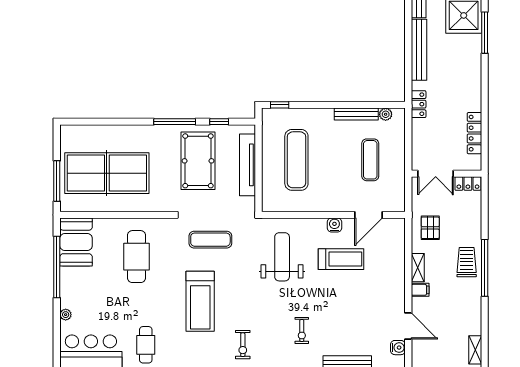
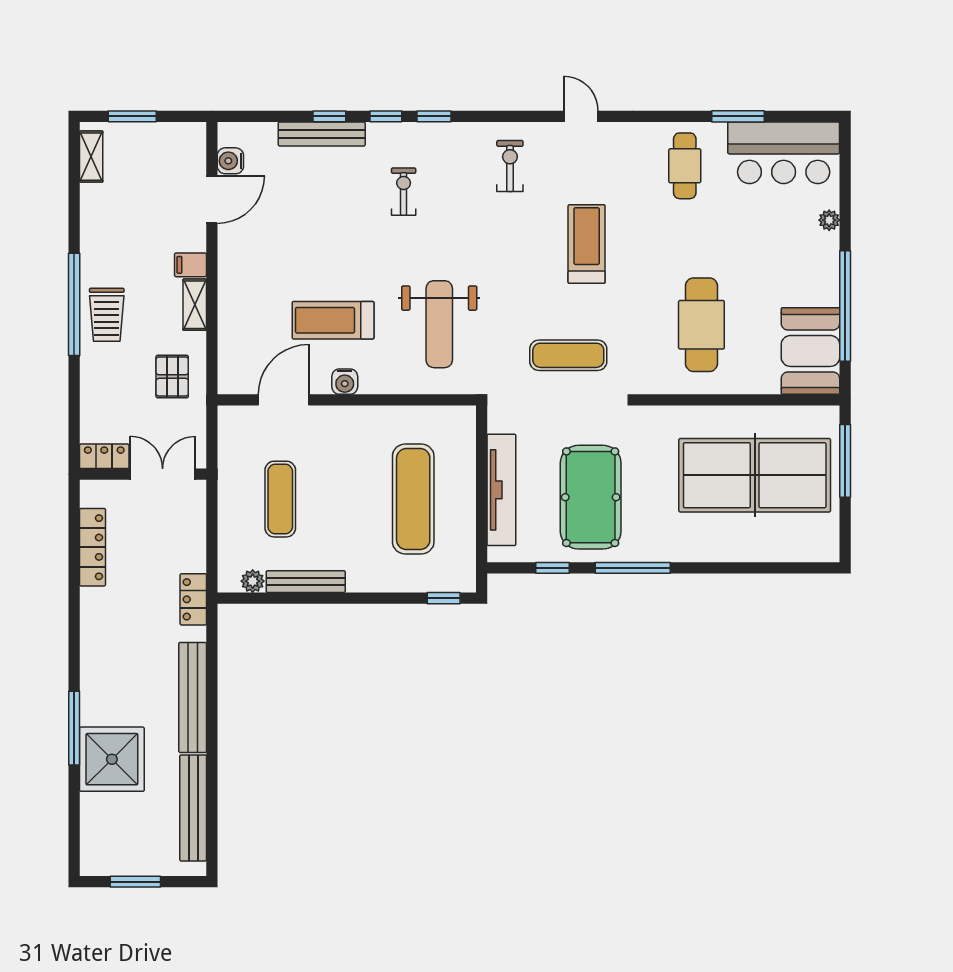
treadmill: (200, 301) -> (587, 244), width x0.73, depth x0.73
door: (408, 326) -> (212, 200), swing flipped

